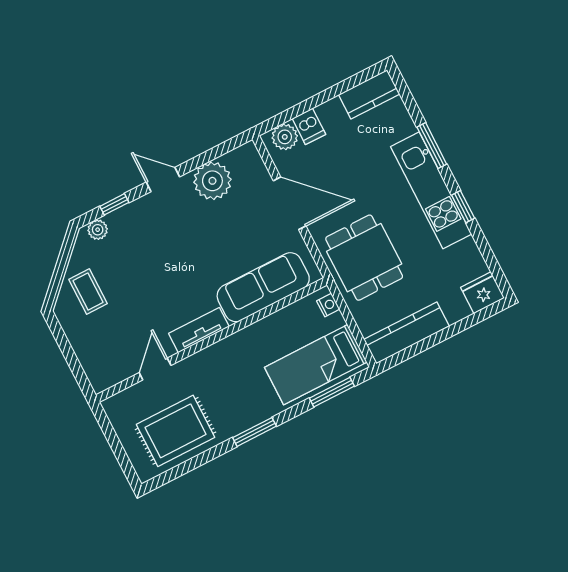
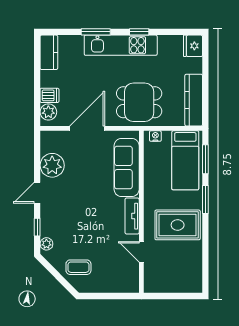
rug: (176, 431) -> (178, 225), moved, turned 90
window: (254, 432) -> (205, 199), moved

